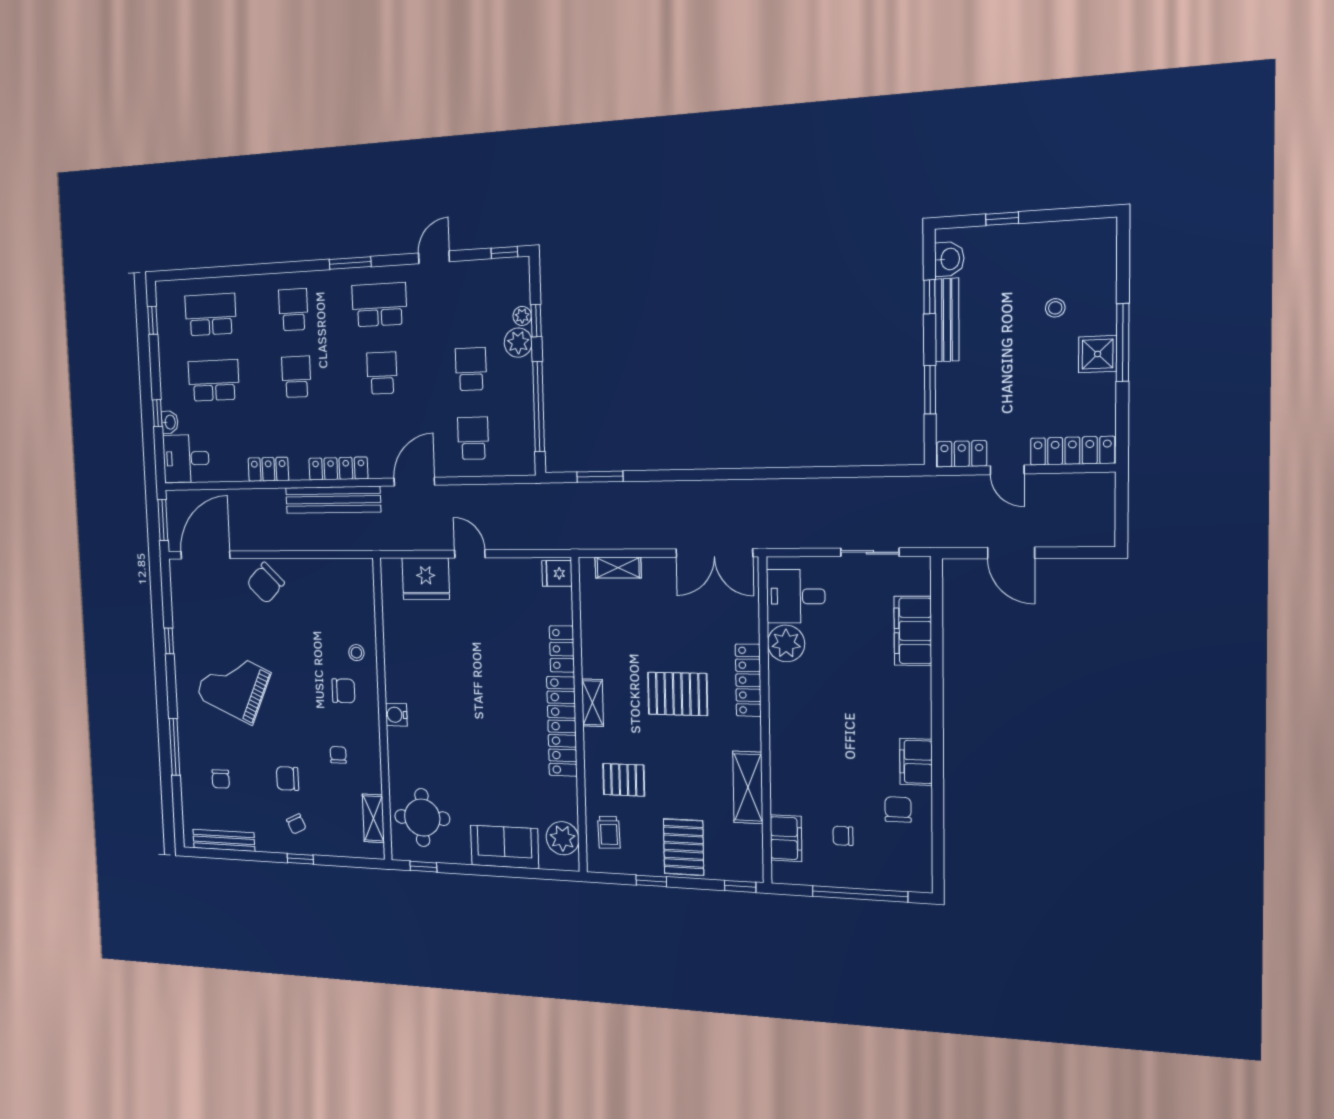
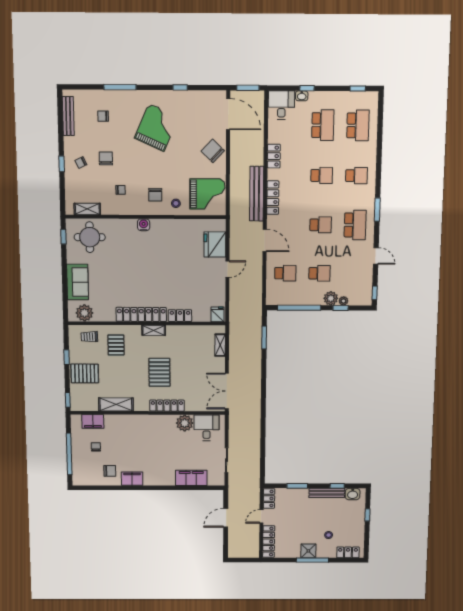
locker: (1102, 257) -> (348, 552), added
grand piano: (338, 593) -> (207, 194), added

